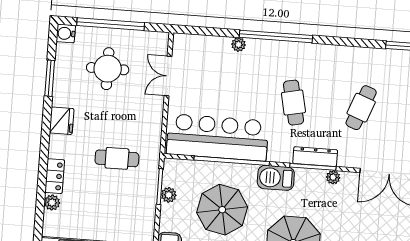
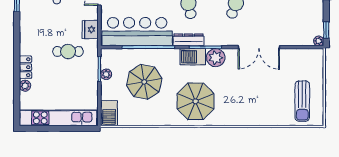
fridge: (62, 121) -> (90, 29), moved, turned 180
dresser: (315, 157) -> (189, 40), moved
plant: (333, 177) -> (216, 58), width x1.87, depth x1.87
barbecue: (276, 178) -> (193, 57), moved

